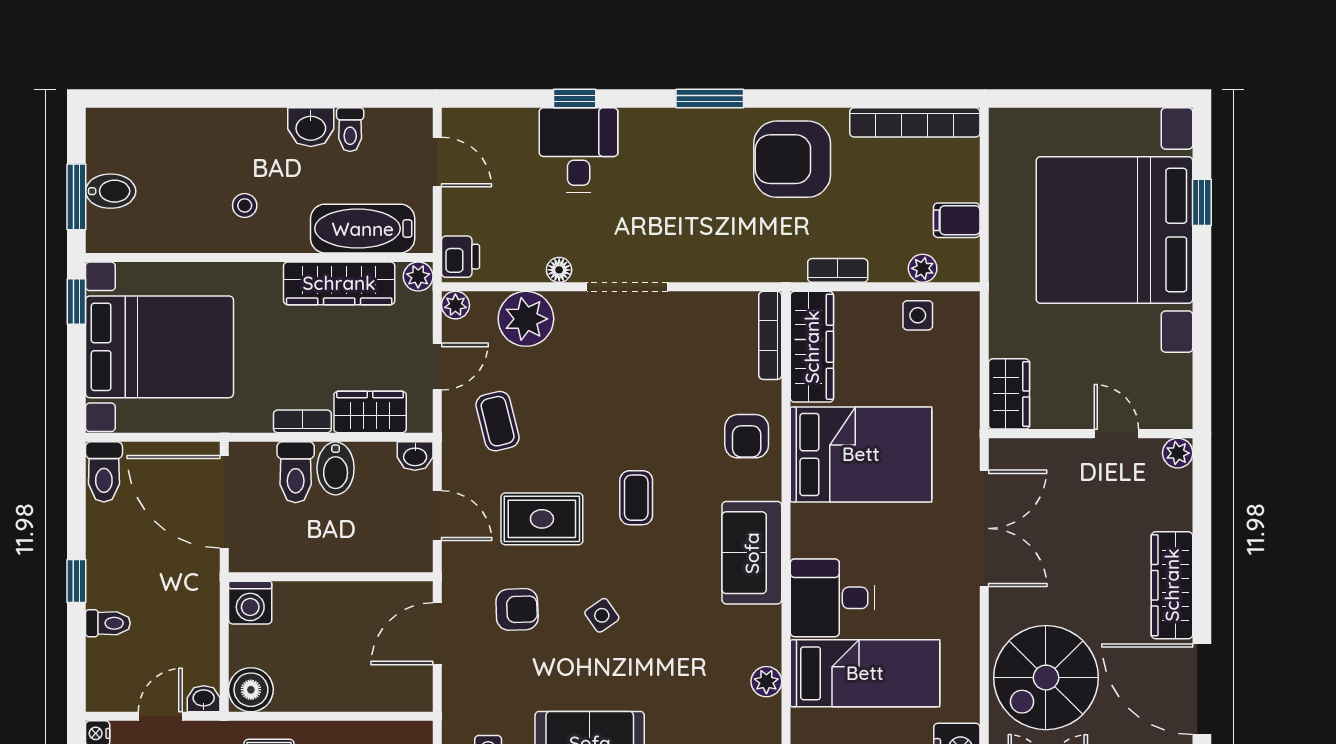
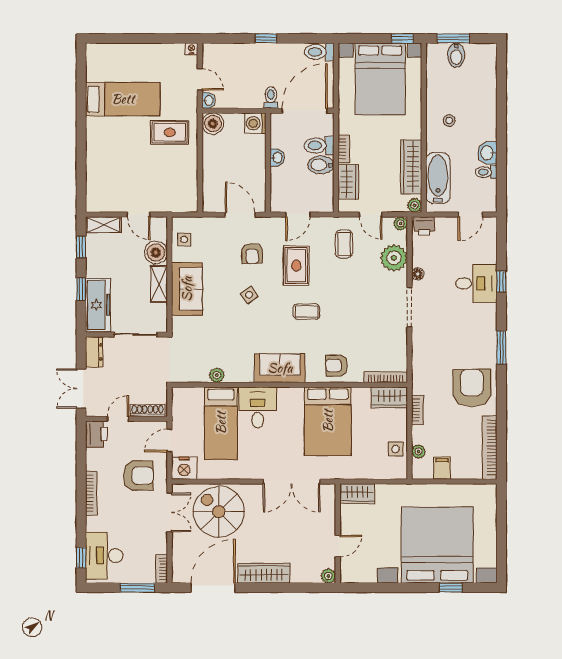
wardrobe: (812, 347) -> (389, 397), width x0.67
coffee table: (498, 421) -> (344, 244), turned -76
washbasin: (415, 456) -> (277, 158), moved, turned 180
toilet: (108, 623) -> (271, 98), moved, turned 180

